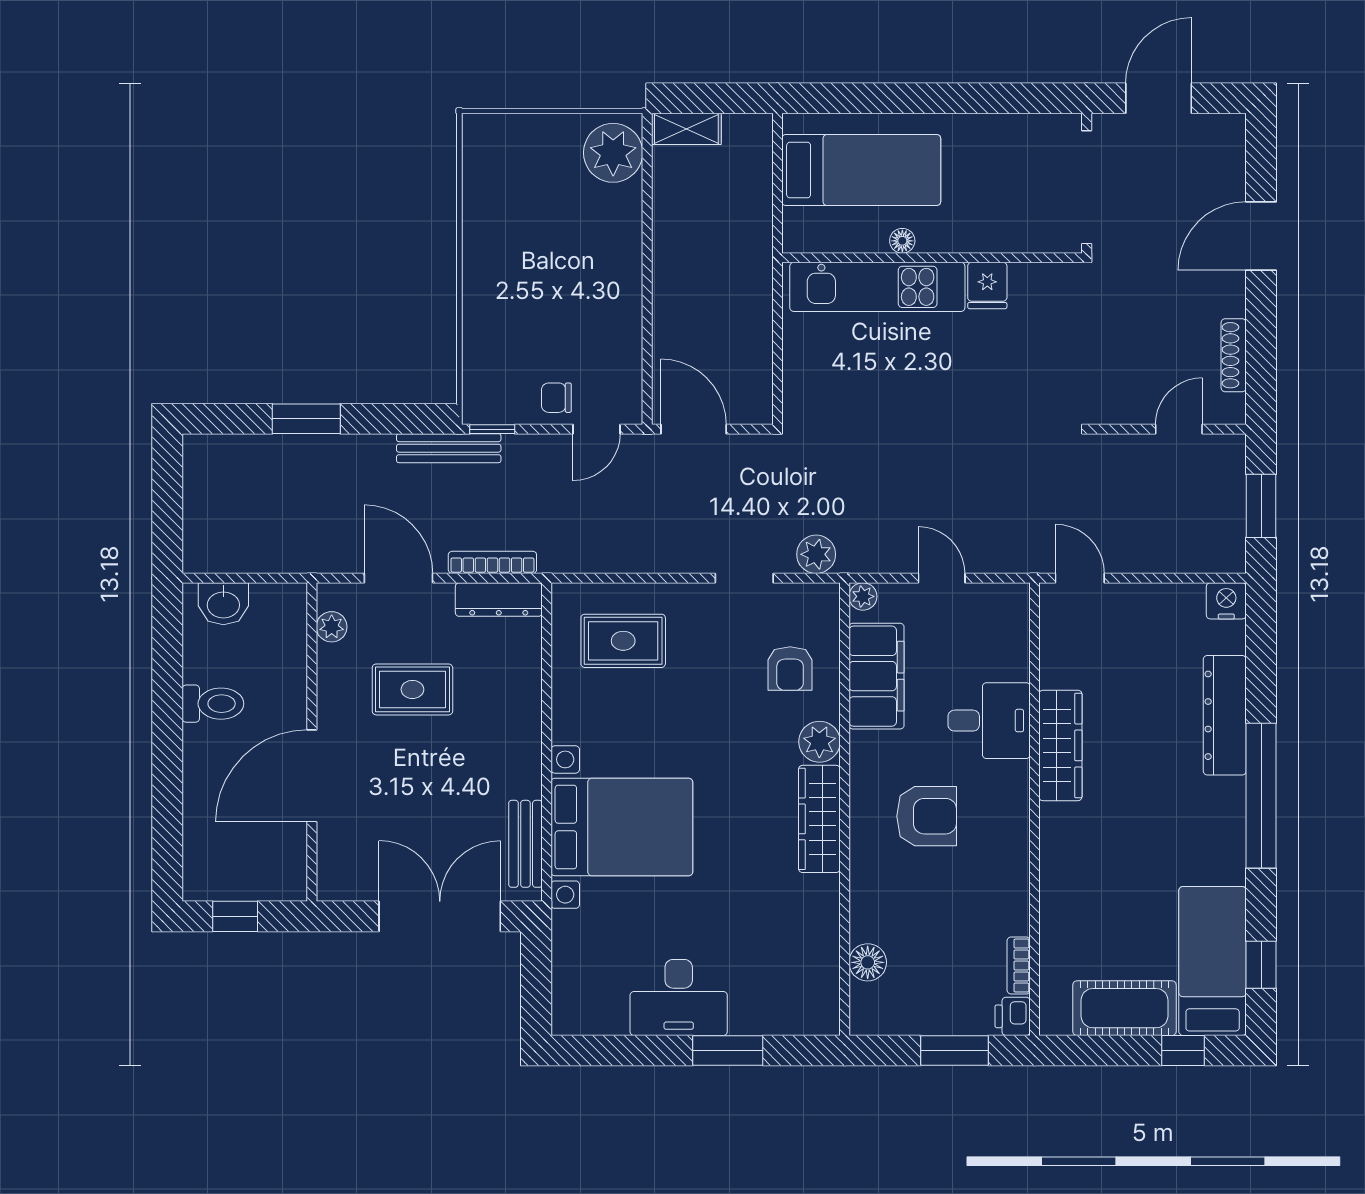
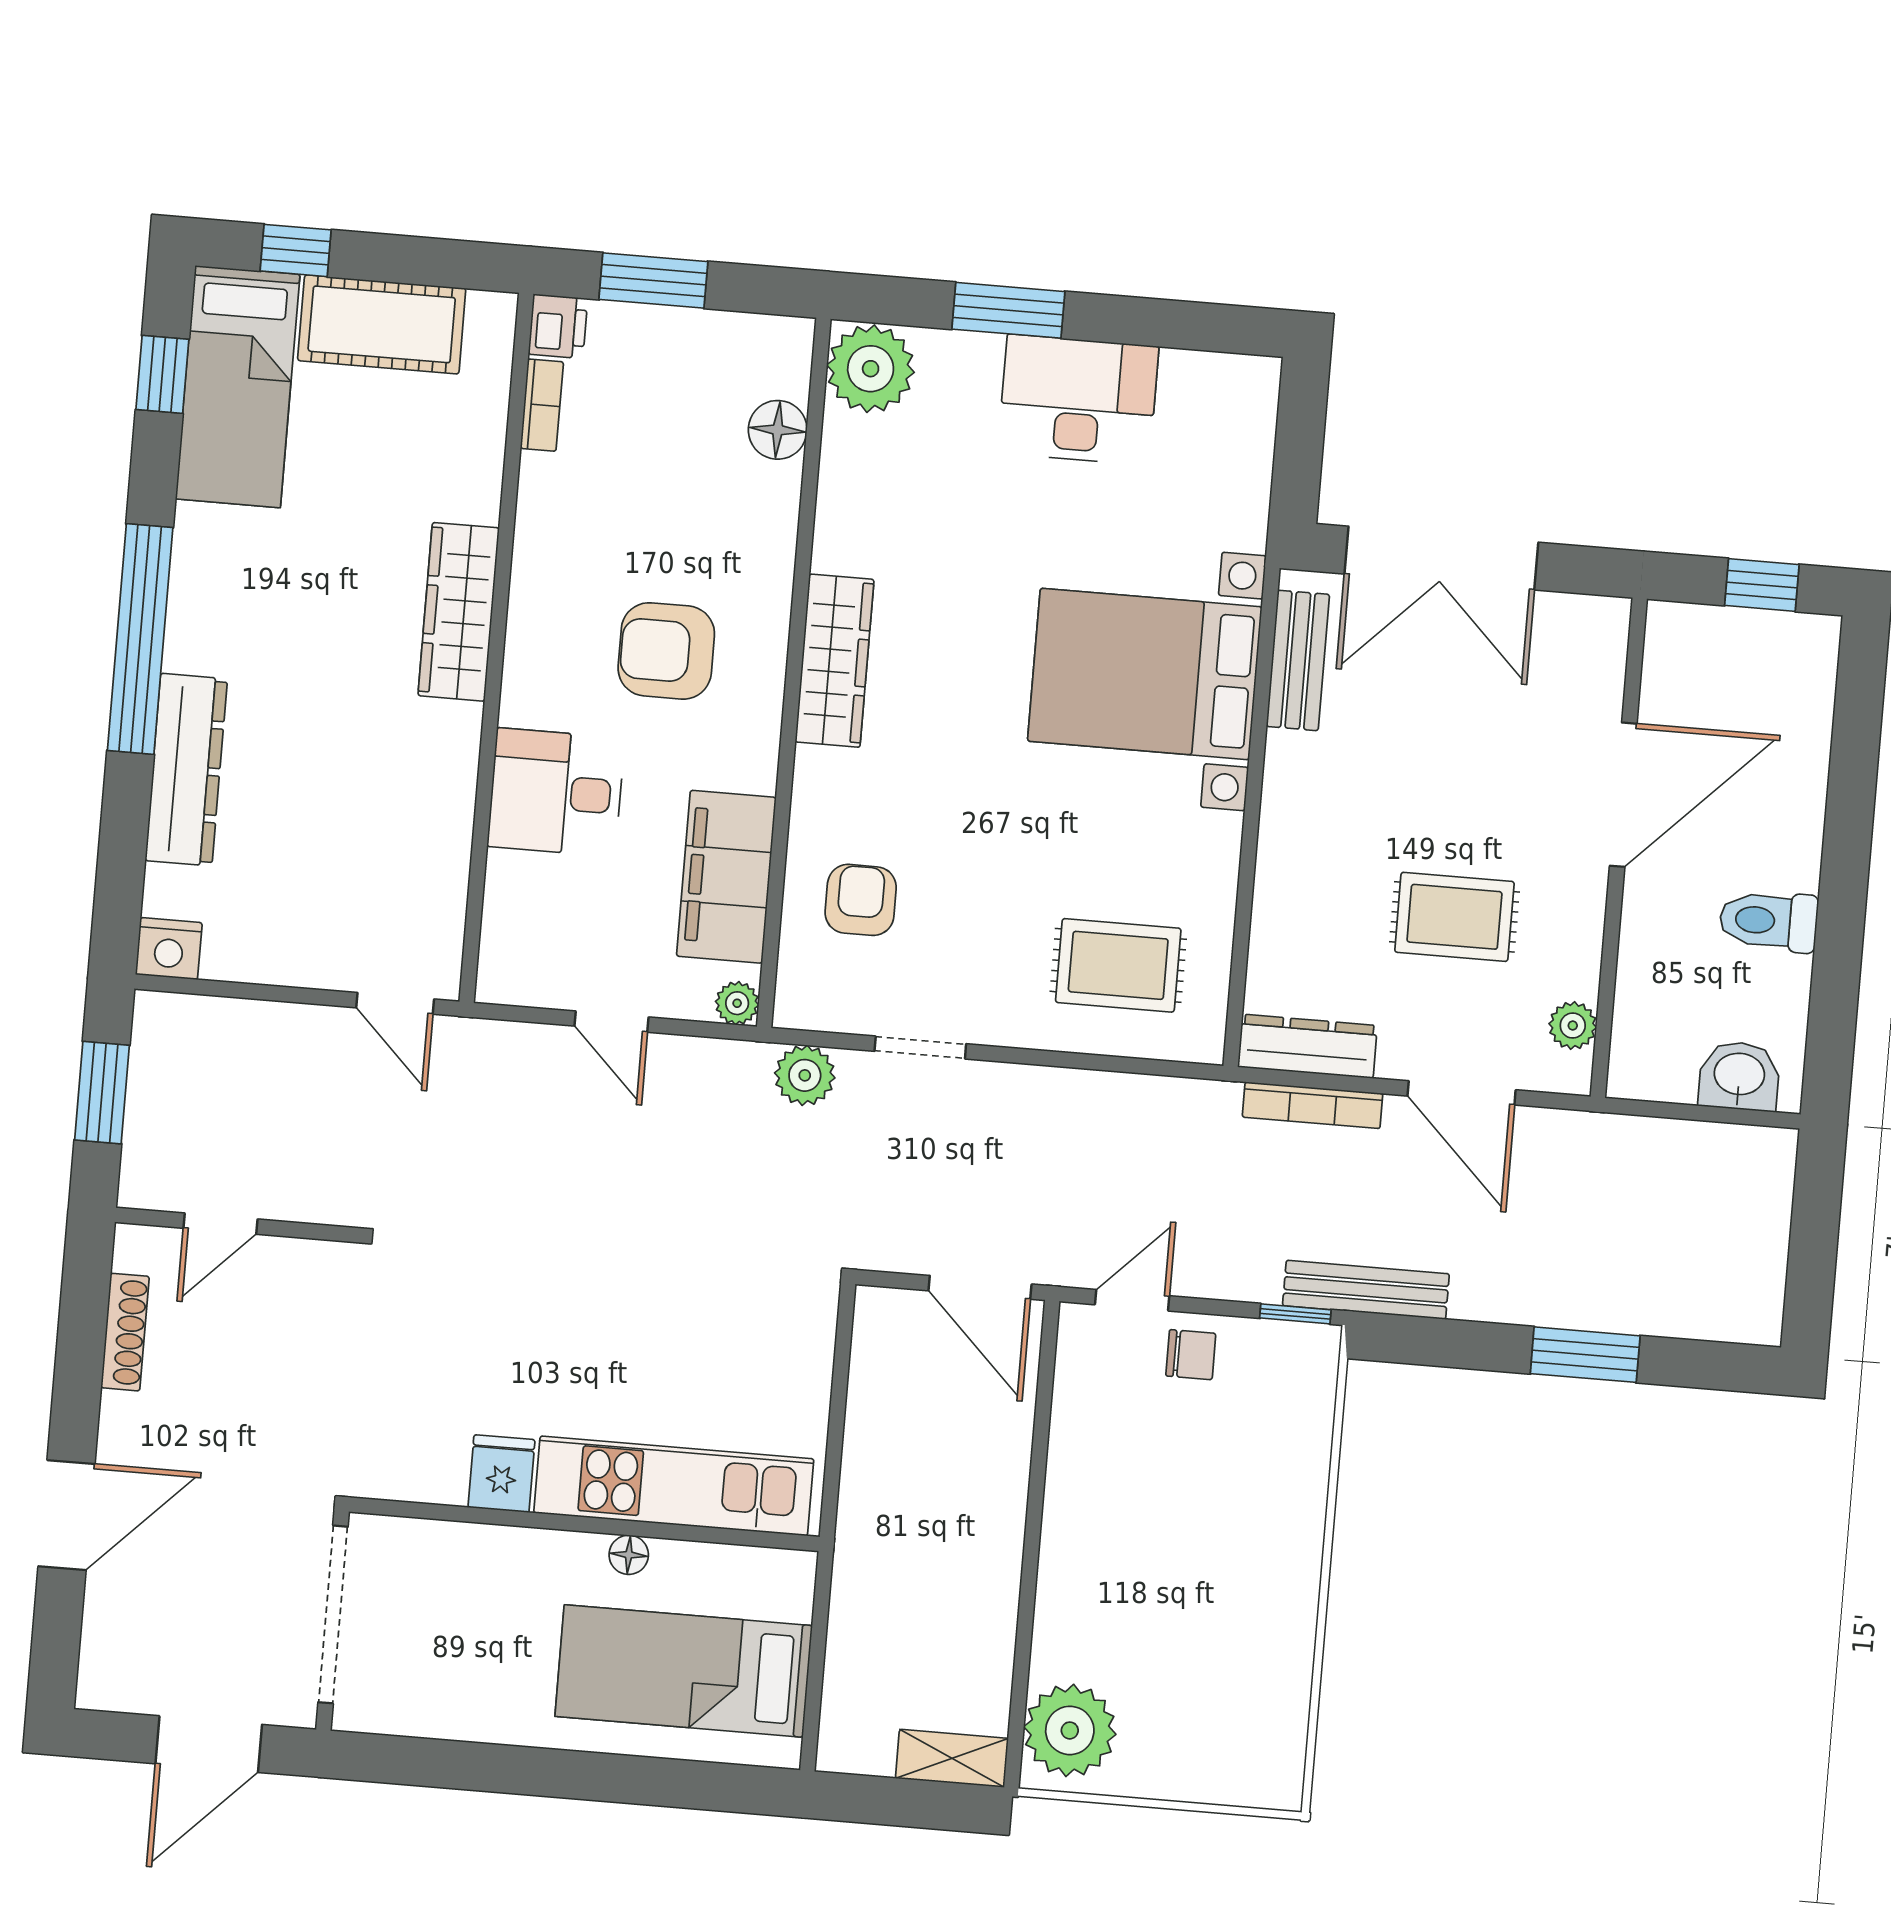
plant: (819, 742) -> (871, 369), moved, width x1.36, depth x1.36
wardrobe: (1060, 745) -> (459, 612), moved

